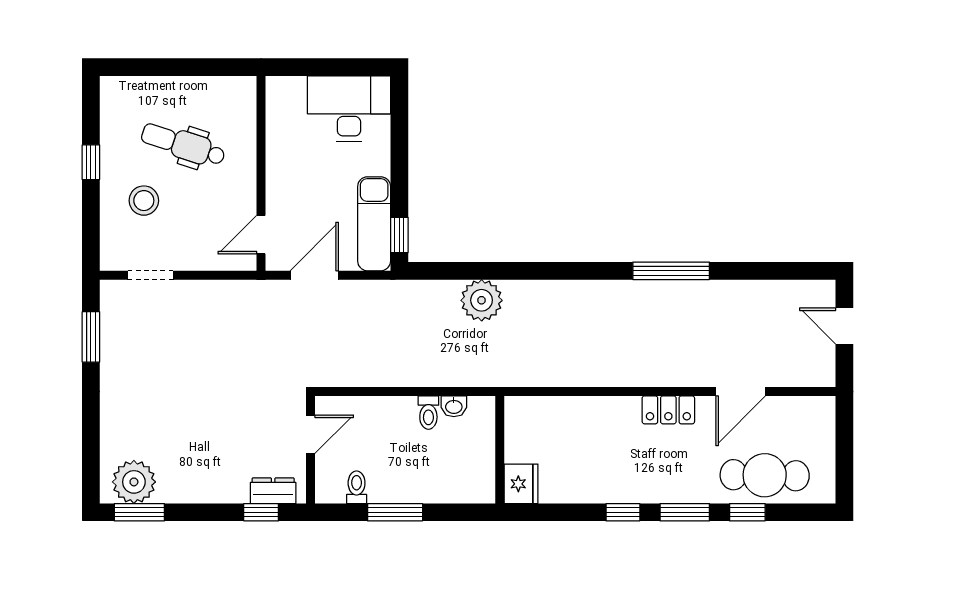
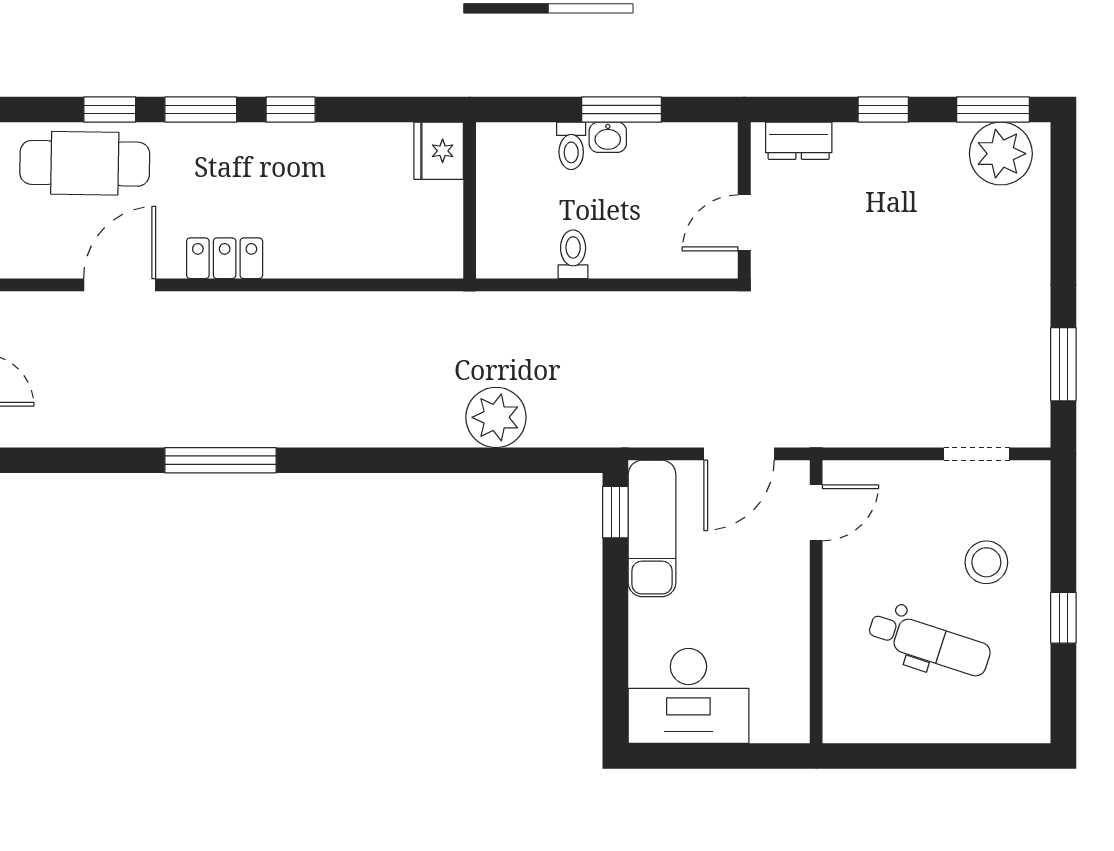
washbasin: (454, 406) -> (608, 137), moved, turned 180
toilet: (357, 487) -> (571, 146), moved
window: (261, 512) -> (883, 109), moved

